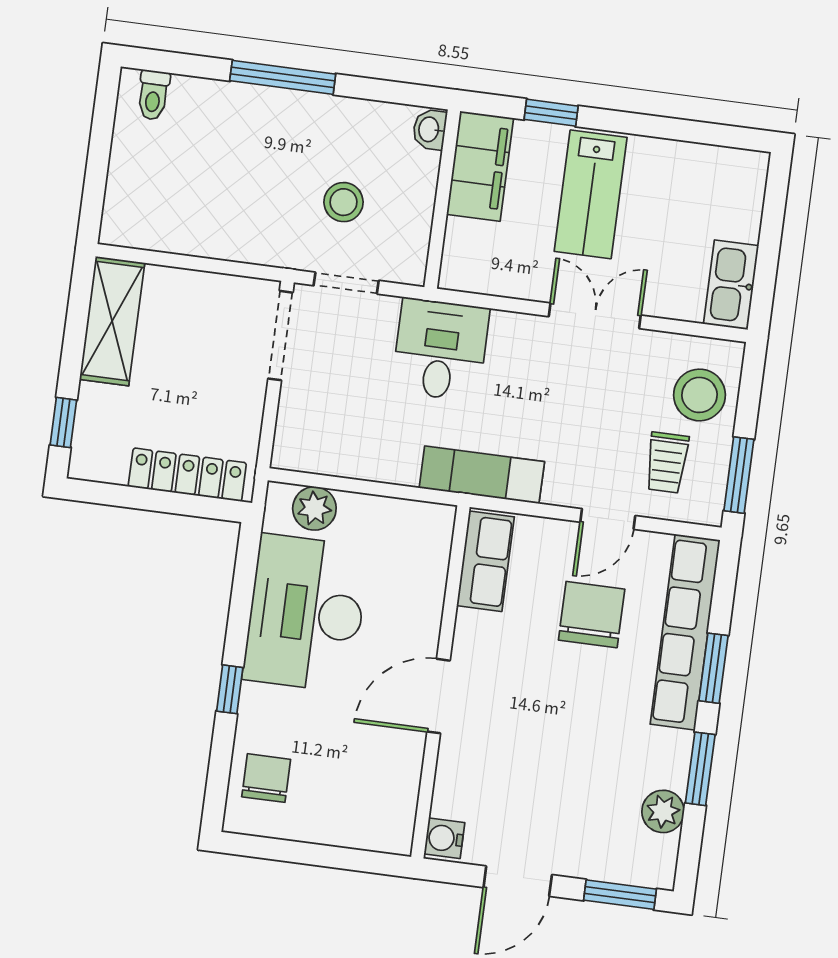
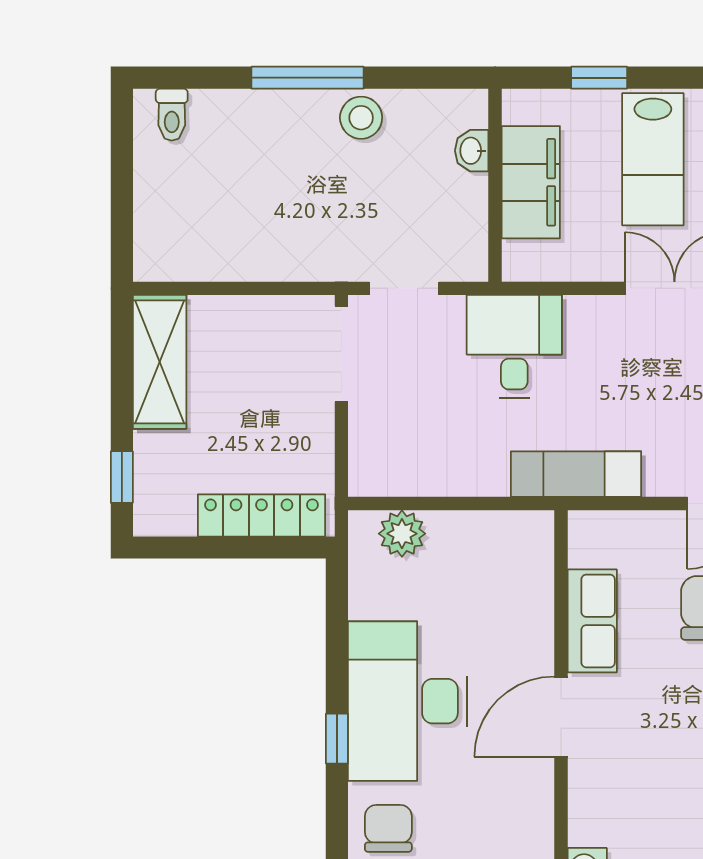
washbasin: (430, 129) -> (472, 151), moved
filing cabinet: (480, 166) -> (531, 182), moved
stool: (344, 202) -> (361, 118), moved
row of seats: (485, 561) -> (592, 621), moved
desk: (306, 613) -> (408, 701), moved

